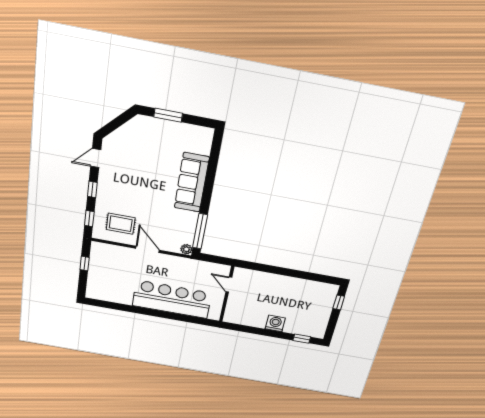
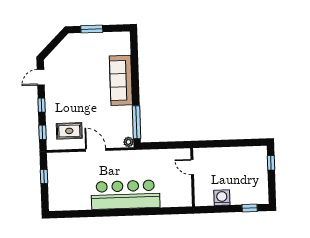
door: (229, 285) -> (192, 167), moved
wall: (227, 294) -> (193, 177), moved

